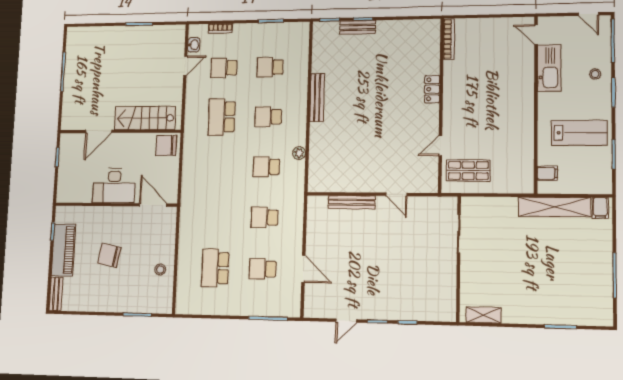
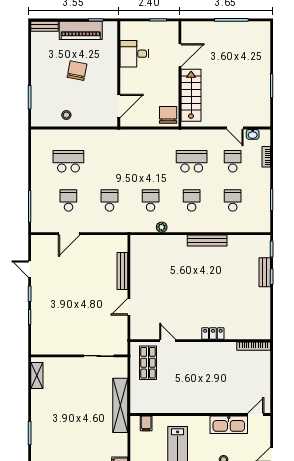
door: (99, 132) -> (180, 55), swing flipped
desk: (114, 186) -> (134, 54), moved, width x0.73
shelving: (554, 207) -> (120, 405), moved

